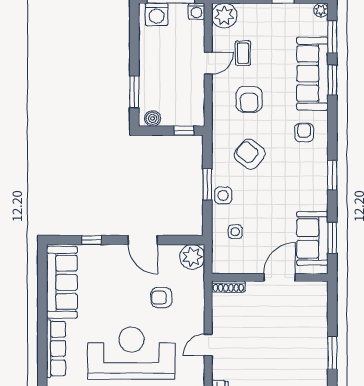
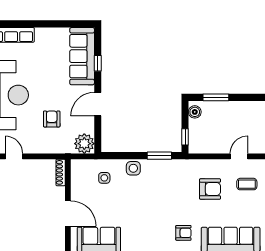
door: (208, 63) -> (239, 156), swing flipped
armchair: (249, 99) -> (210, 189), turned 180
armchair: (250, 154) -> (166, 190), removed
window: (207, 184) -> (159, 156), moved
sofa: (62, 282) -> (82, 56), moved, turned 90

